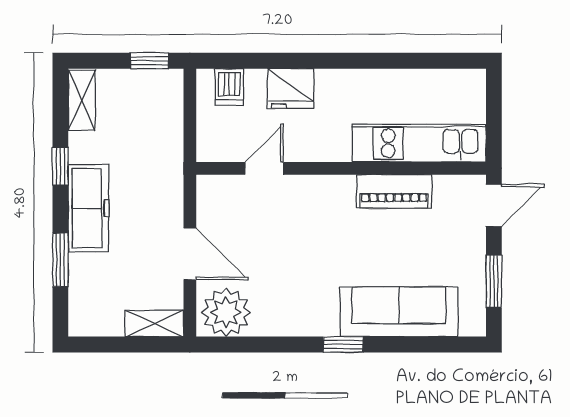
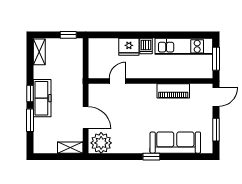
dishwasher: (229, 87) -> (146, 46), moved
window: (494, 116) -> (216, 59), added
kitchen unit: (419, 143) -> (184, 46), moved, turned 180
window: (60, 166) -> (30, 94), moved

